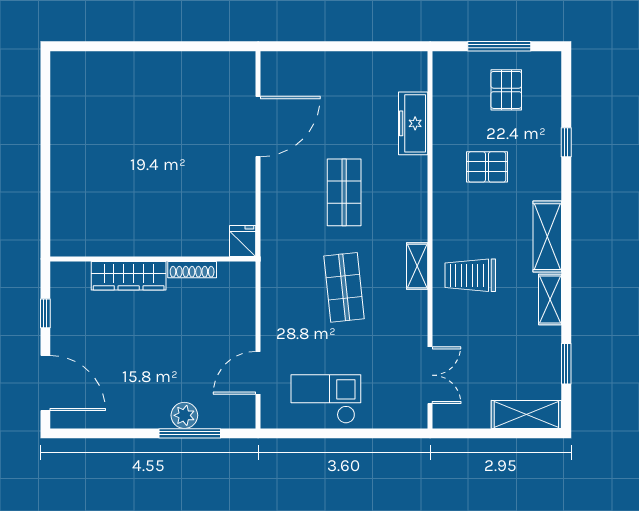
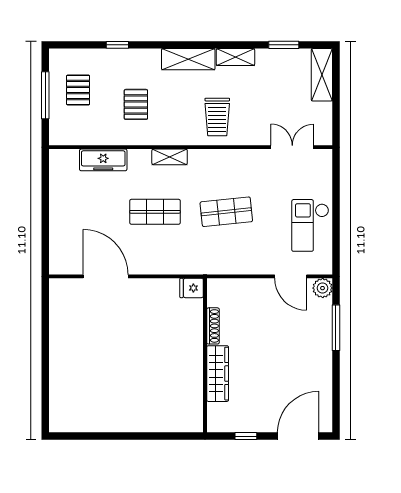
pallet: (506, 90) -> (78, 90), turned 90
shelving: (417, 266) -> (170, 157), moved
plant: (184, 415) -> (323, 288), moved

